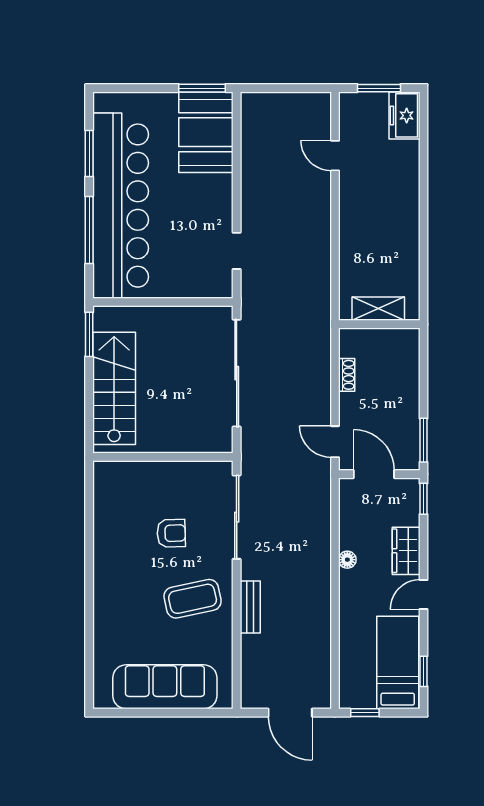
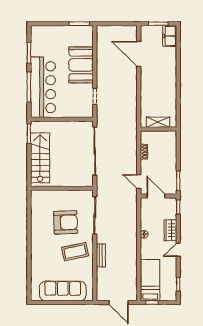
booth: (206, 132) -> (81, 65), moved
door: (335, 156) -> (139, 54), width x1.87
bar counter: (121, 206) -> (43, 87), width x0.73
armchair: (171, 533) -> (66, 222), width x1.88, depth x1.88
bed: (398, 662) -> (150, 280), moved

